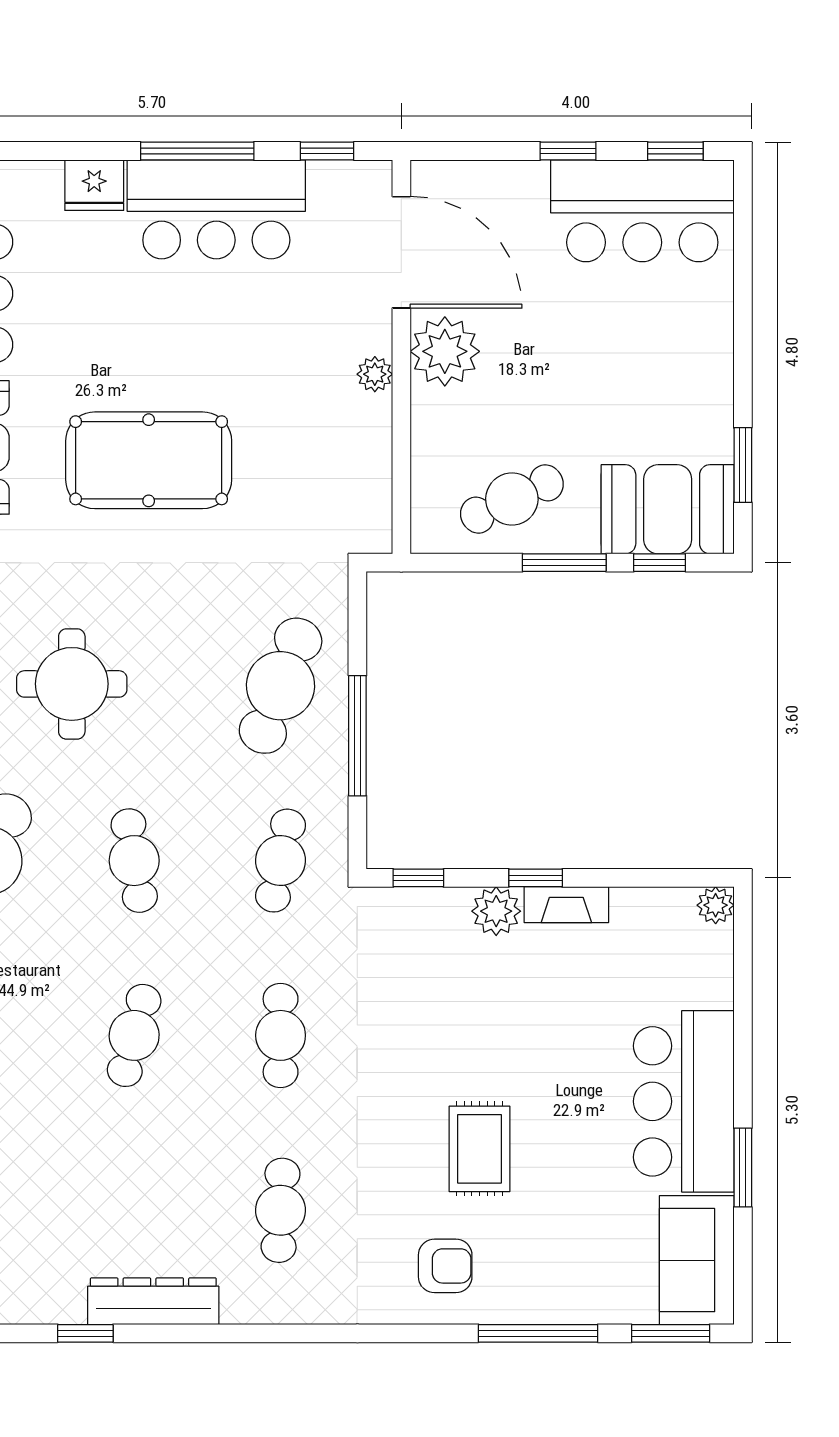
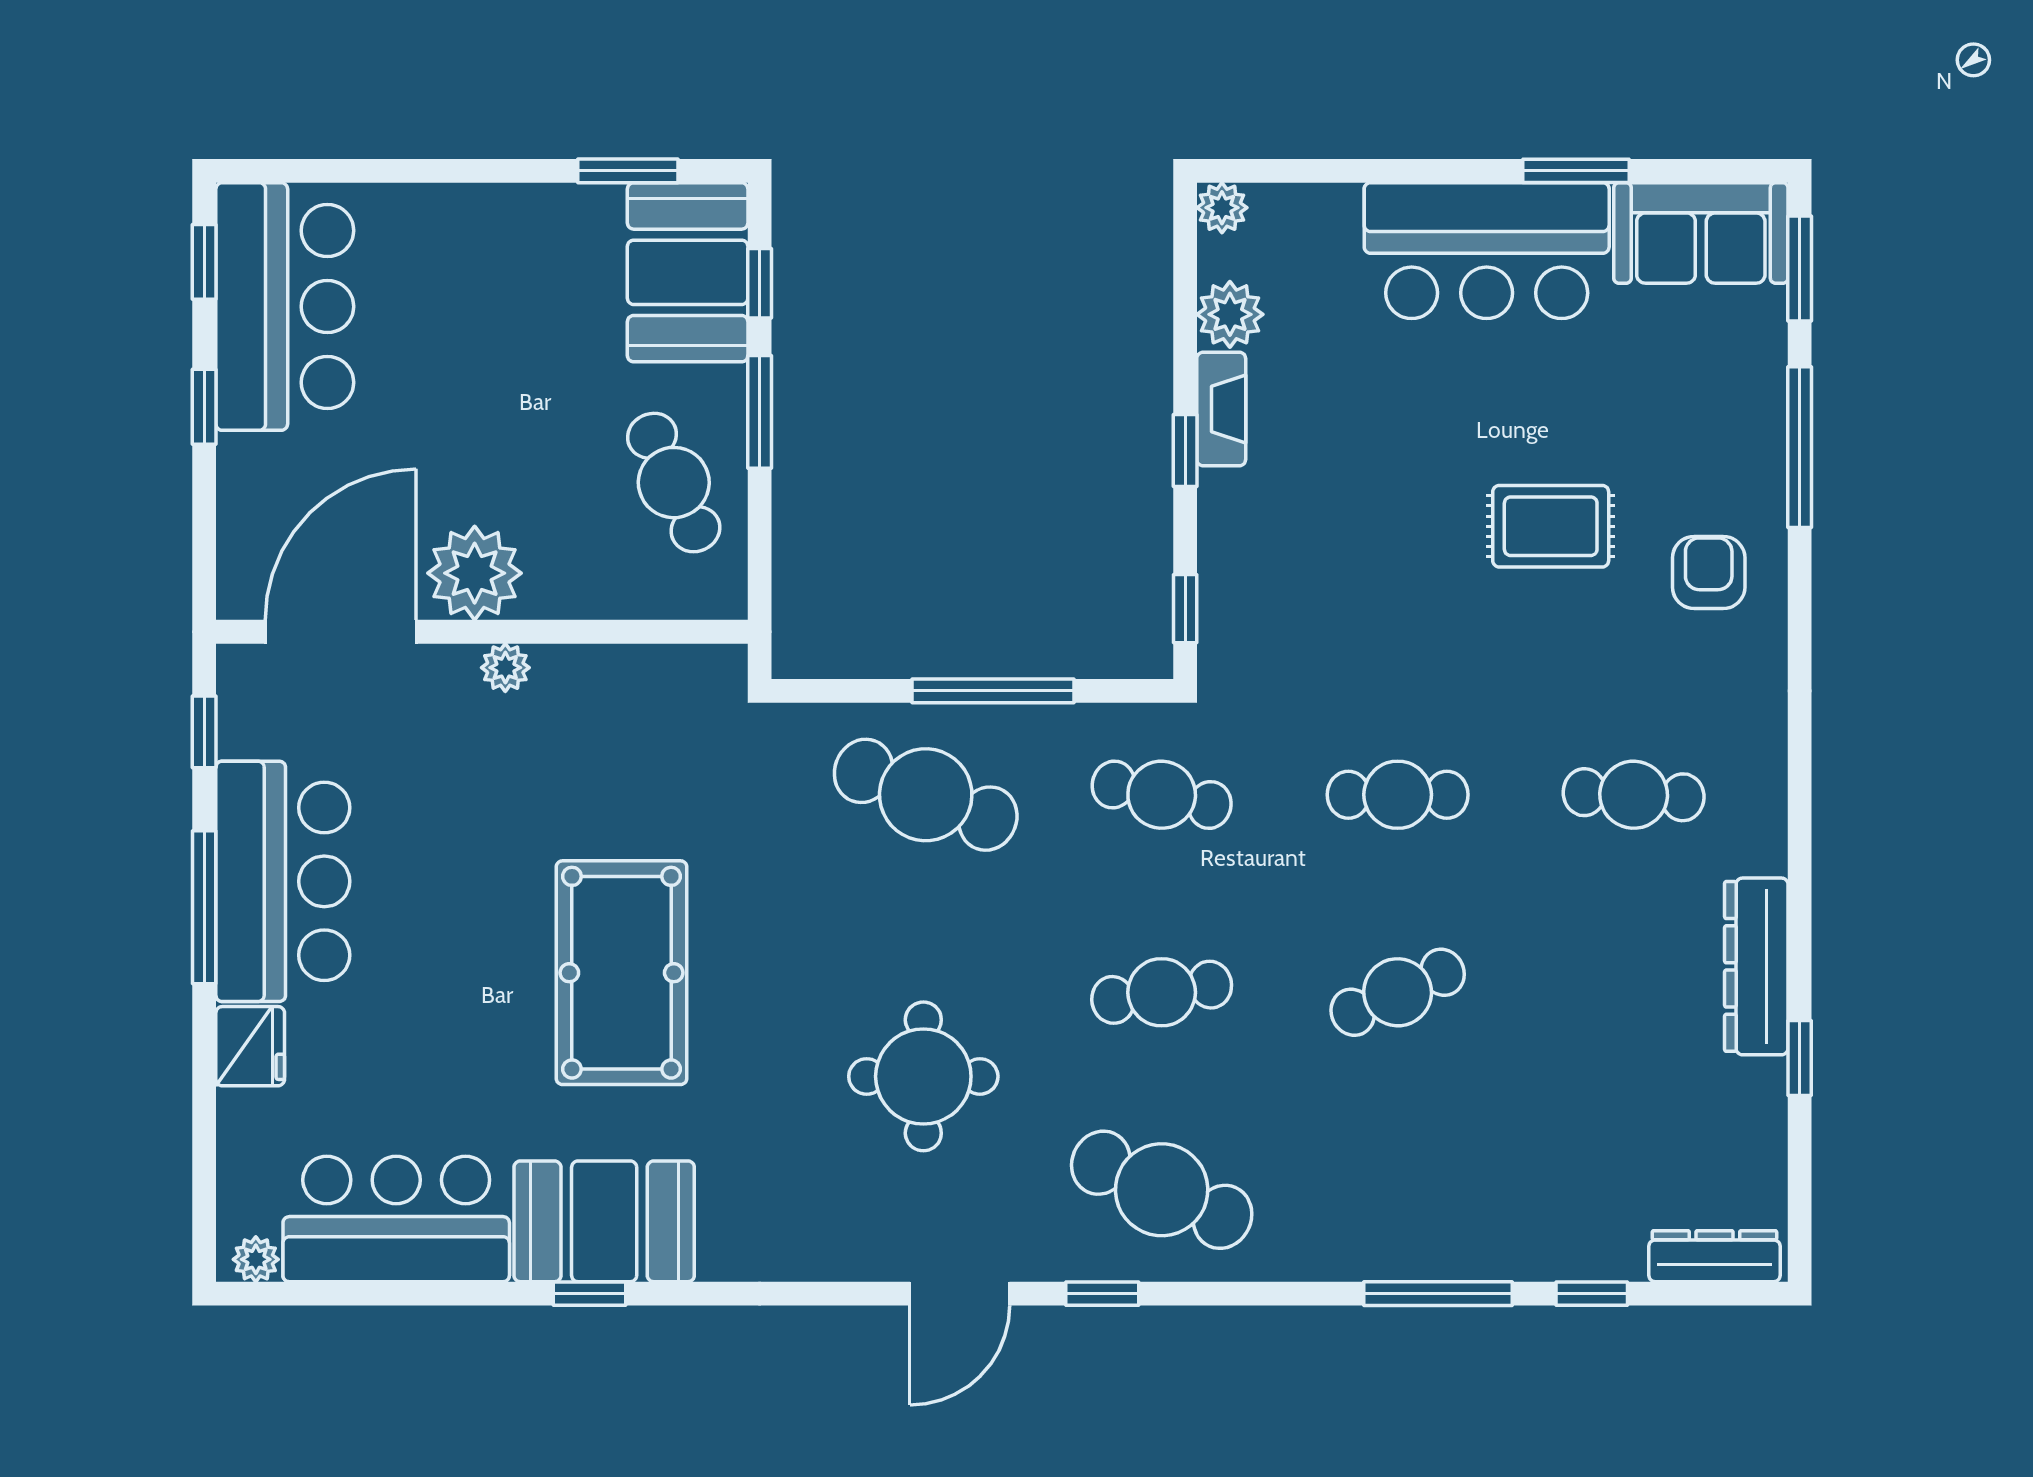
plant: (496, 911) -> (1230, 314), moved
cafe table: (134, 1035) -> (1398, 992), turned -39

